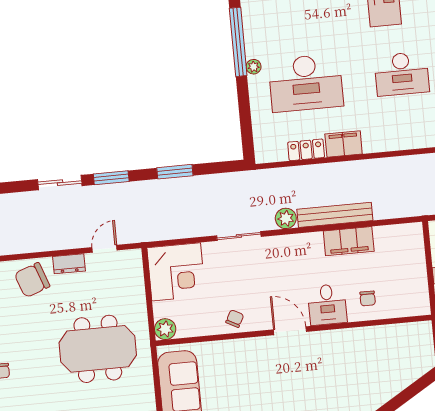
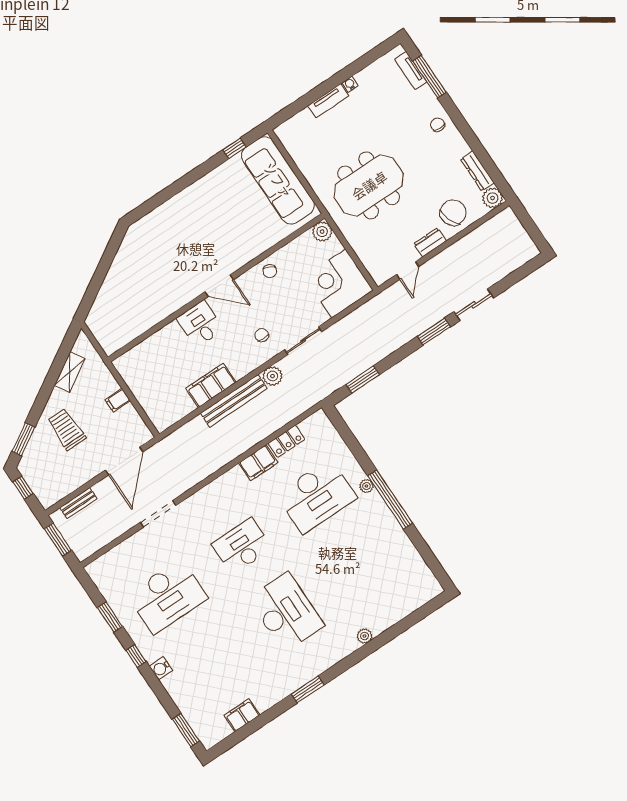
desk: (306, 83) -> (317, 496), turned 180
window: (175, 172) -> (363, 379), moved
chair: (368, 298) -> (262, 335), moved

